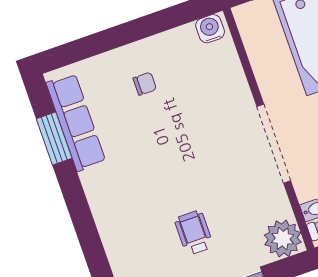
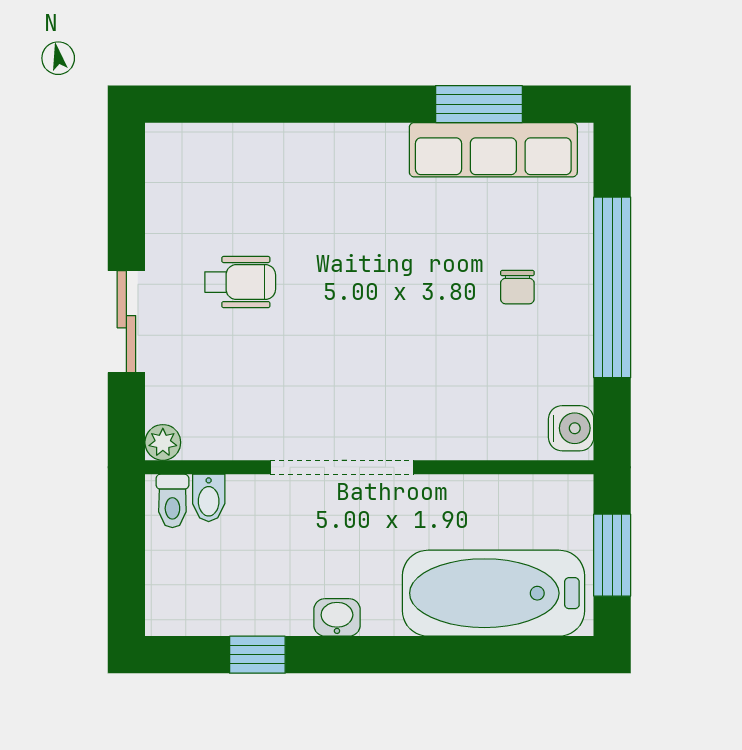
window: (127, 33) -> (612, 287), added
plant: (283, 239) -> (163, 442), width x0.53, depth x0.53

